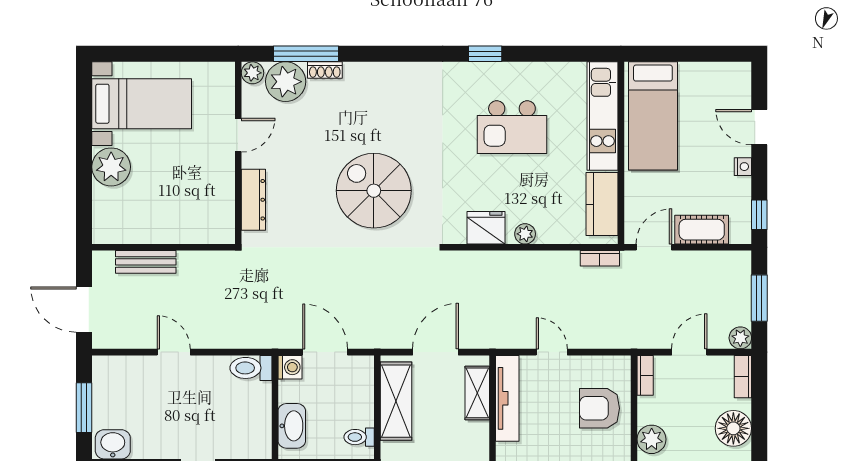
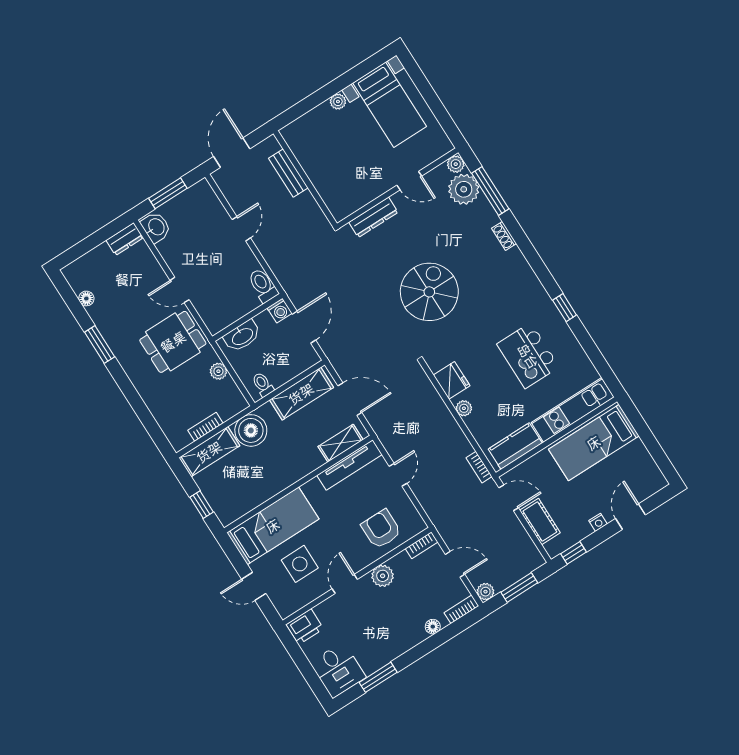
shoe rack: (325, 70) -> (504, 236), moved
plant: (111, 167) -> (338, 102), width x0.53, depth x0.53
floor lamp: (733, 428) -> (433, 627), width x0.53, depth x0.53

